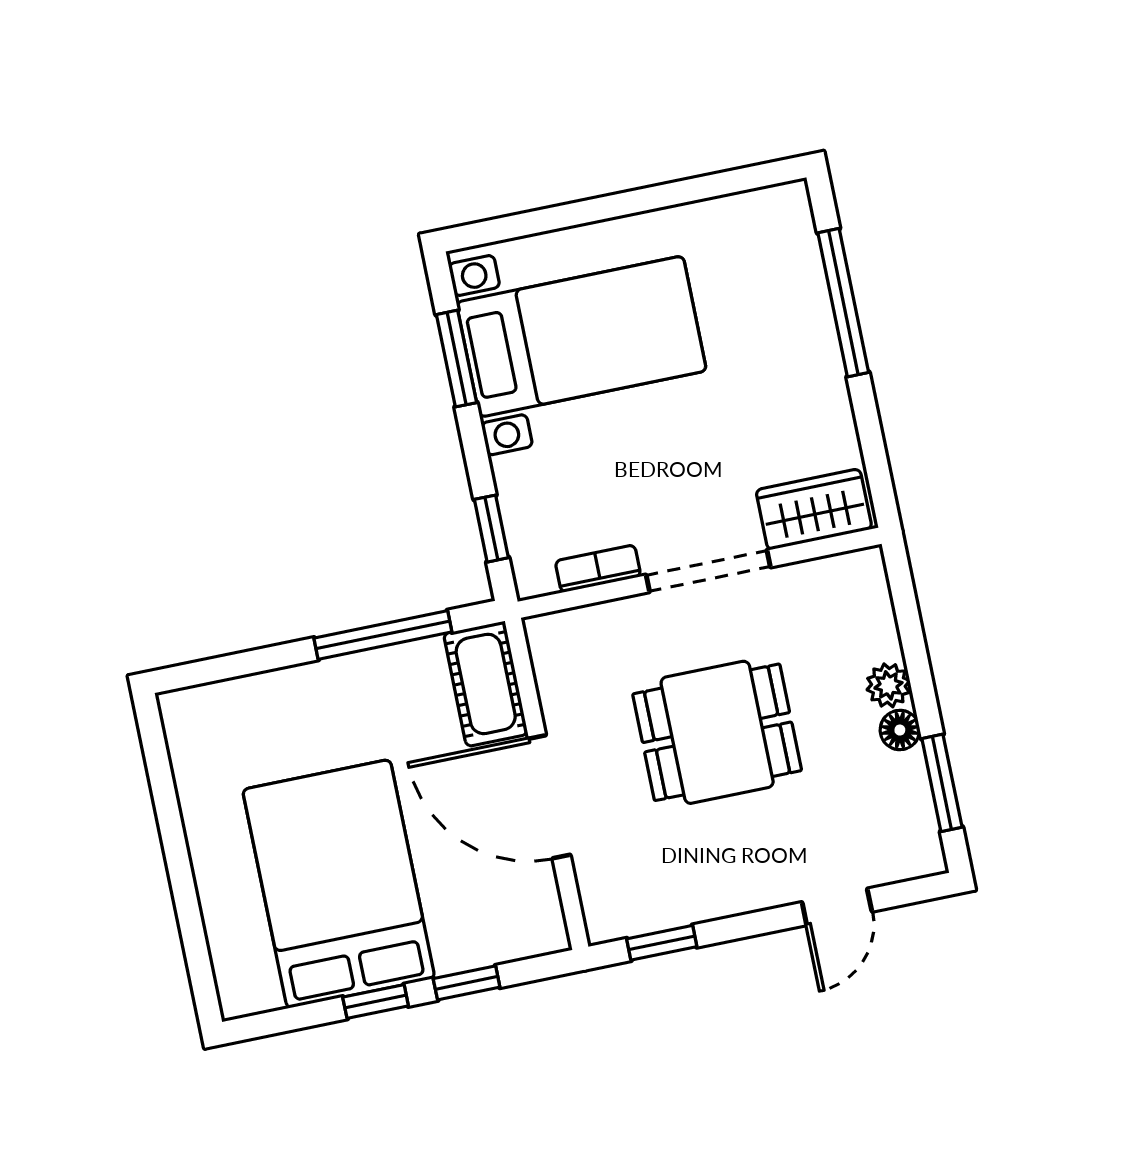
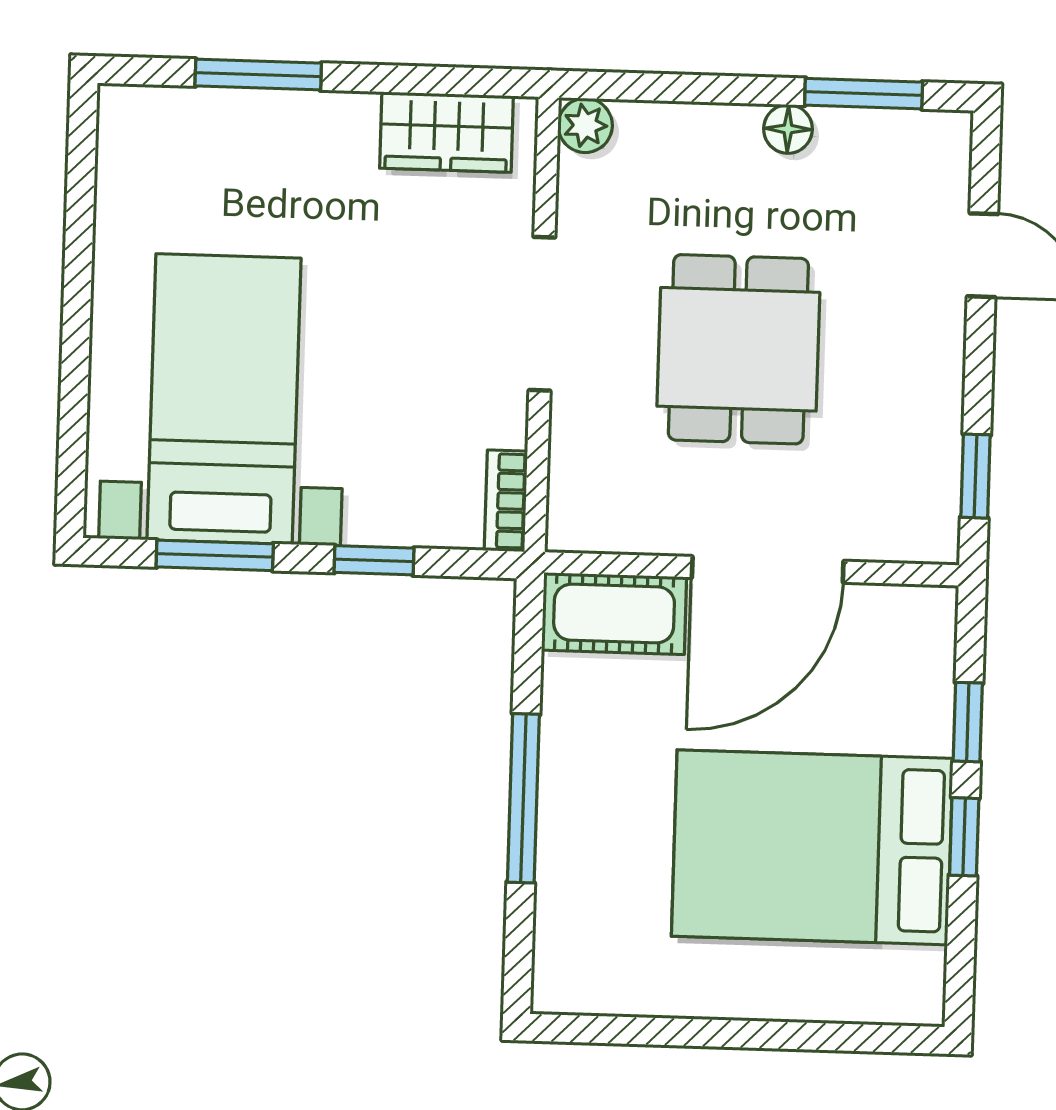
window: (843, 303) -> (258, 75), width x0.69
wardrobe: (814, 509) -> (446, 132), moved, turned -90
window: (491, 529) -> (374, 560), moved
bookcase: (598, 569) -> (506, 501), moved
window: (383, 635) -> (523, 798), moved
plant: (888, 685) -> (585, 125), moved

